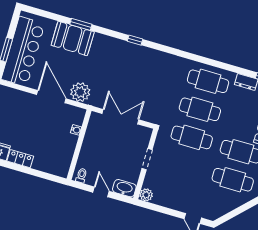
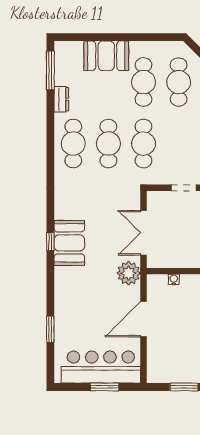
window: (81, 24) -> (50, 329), moved
booth: (73, 38) -> (69, 243), moved
plant: (80, 92) -> (129, 273), moved

